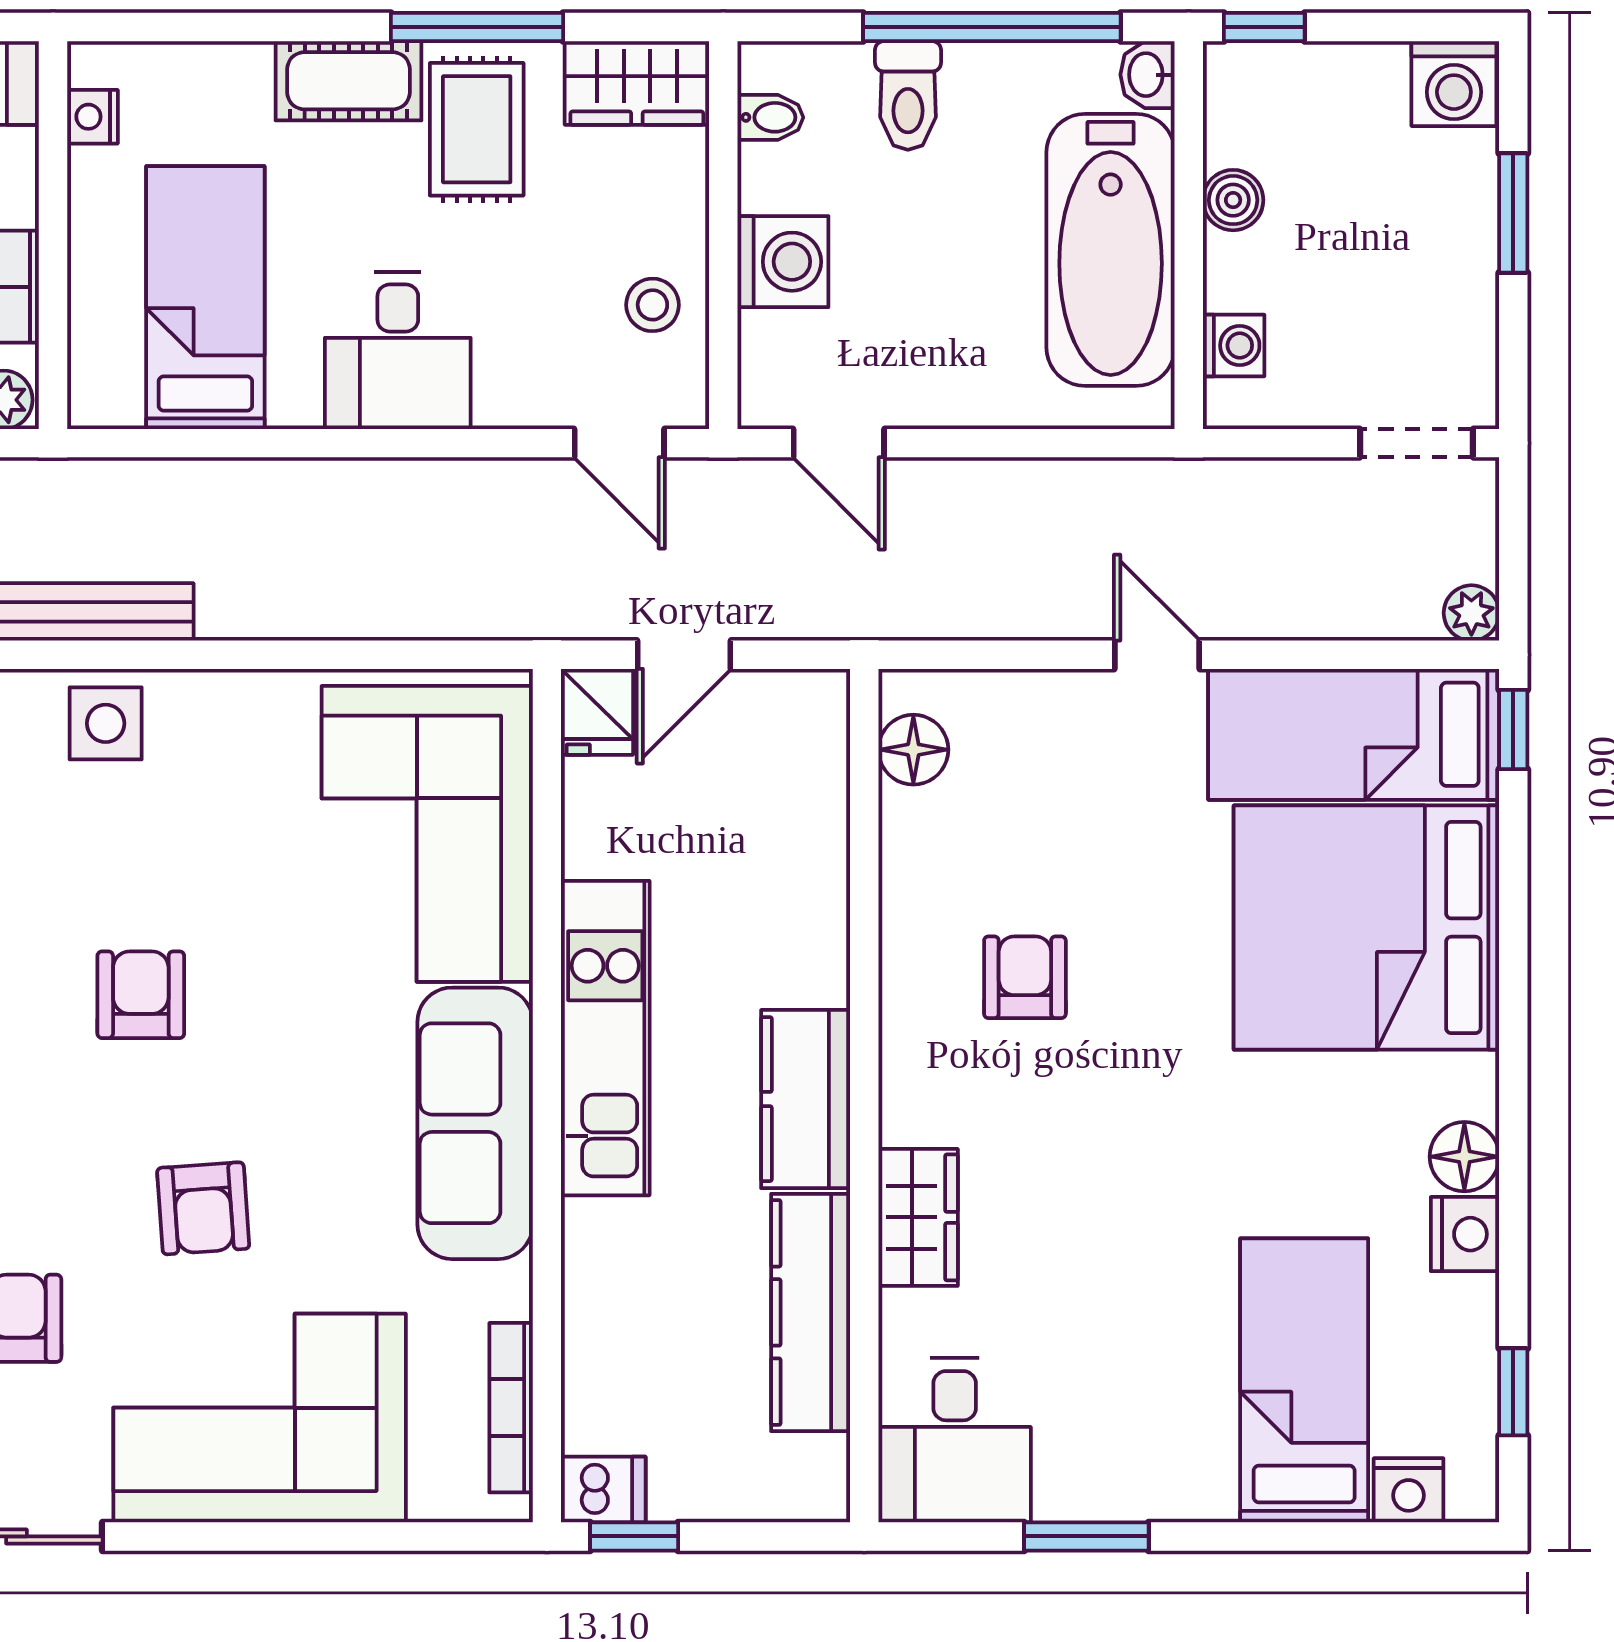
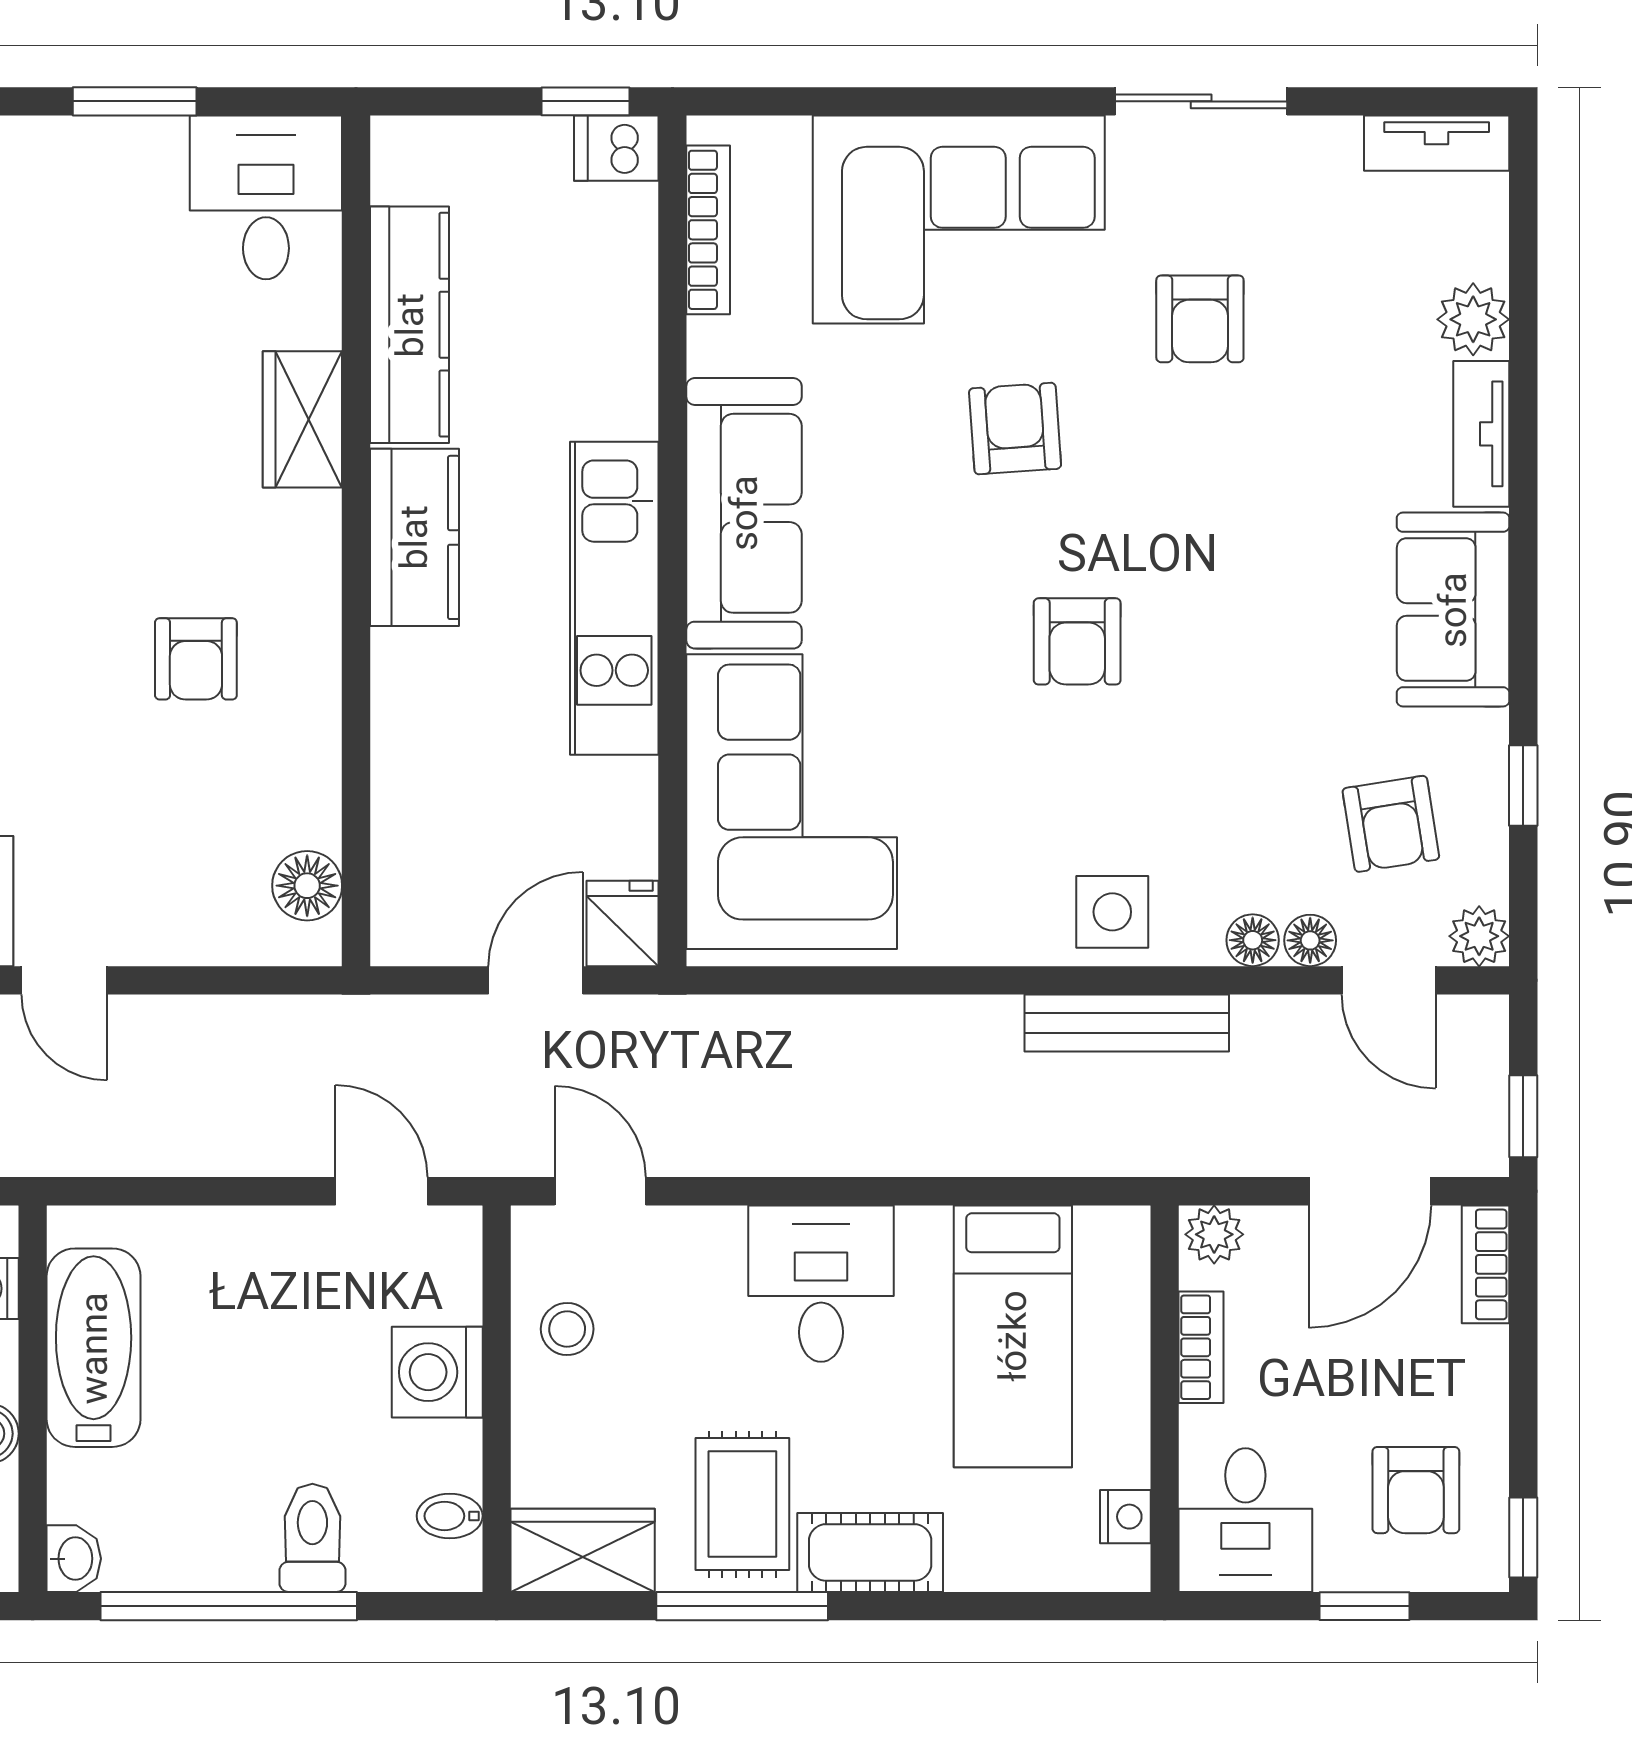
bathtub: (1111, 250) -> (94, 1348), width x0.73, depth x0.73

